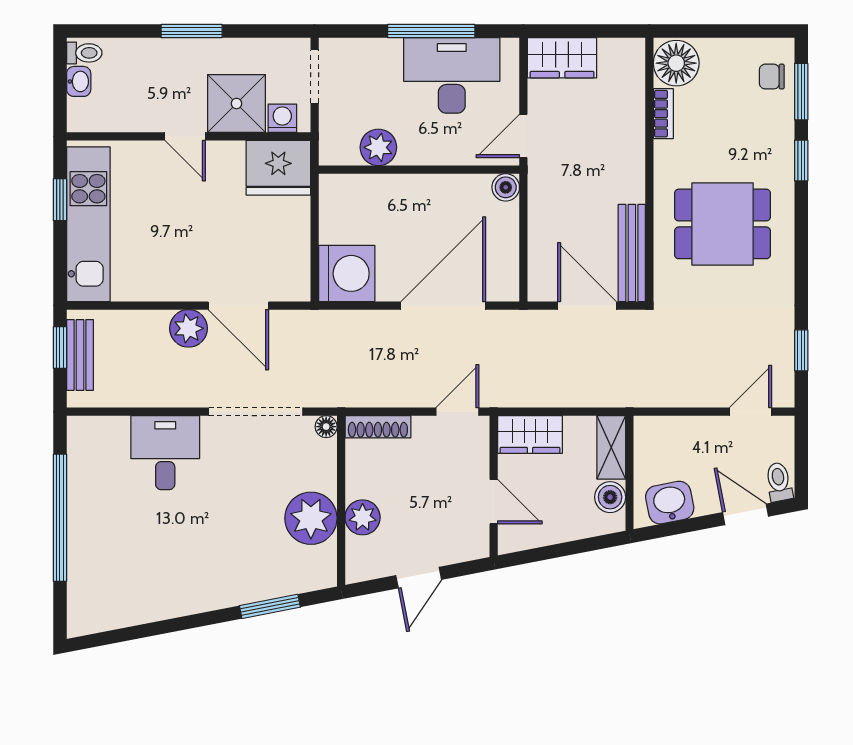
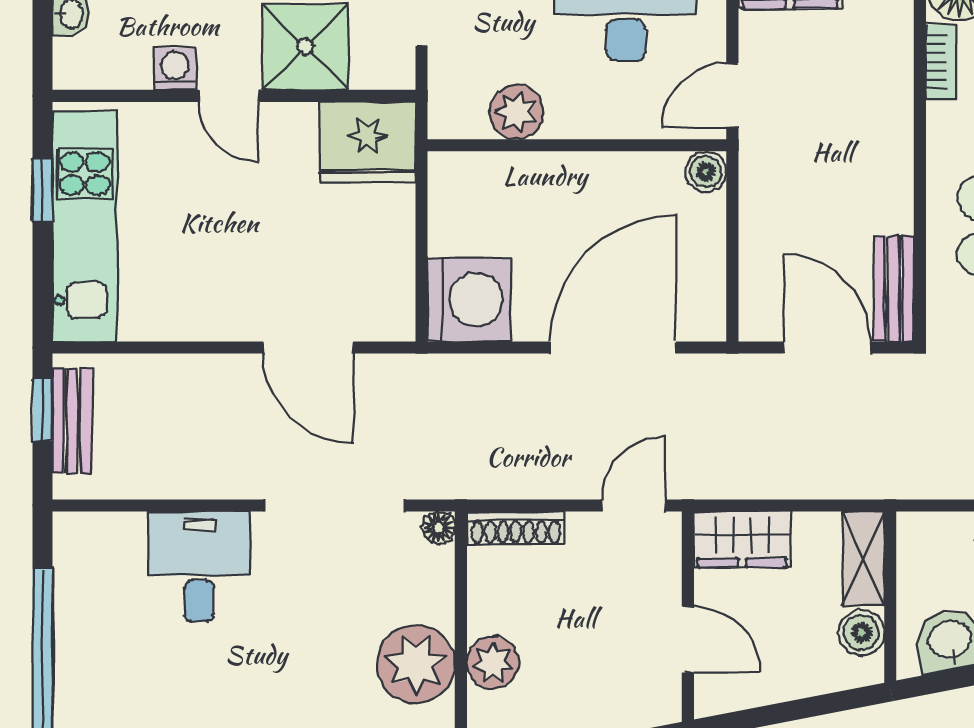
washing machine: (282, 118) -> (175, 69), moved
bench: (632, 253) -> (894, 289), width x0.73
plant: (189, 328) -> (234, 381), removed

